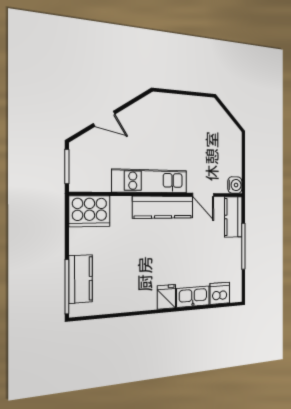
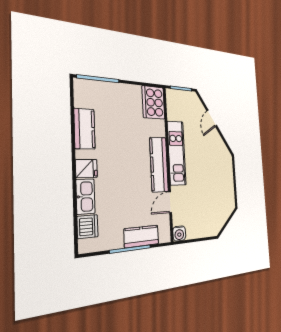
kitchen counter: (233, 217) -> (141, 236), moved
kitchen counter: (81, 279) -> (85, 129), moved, turned -90

